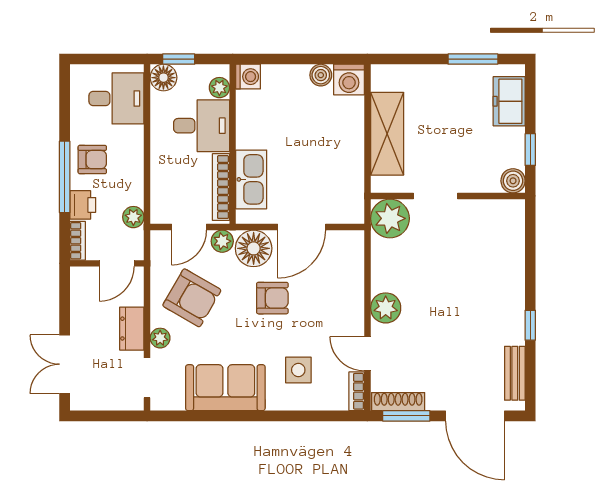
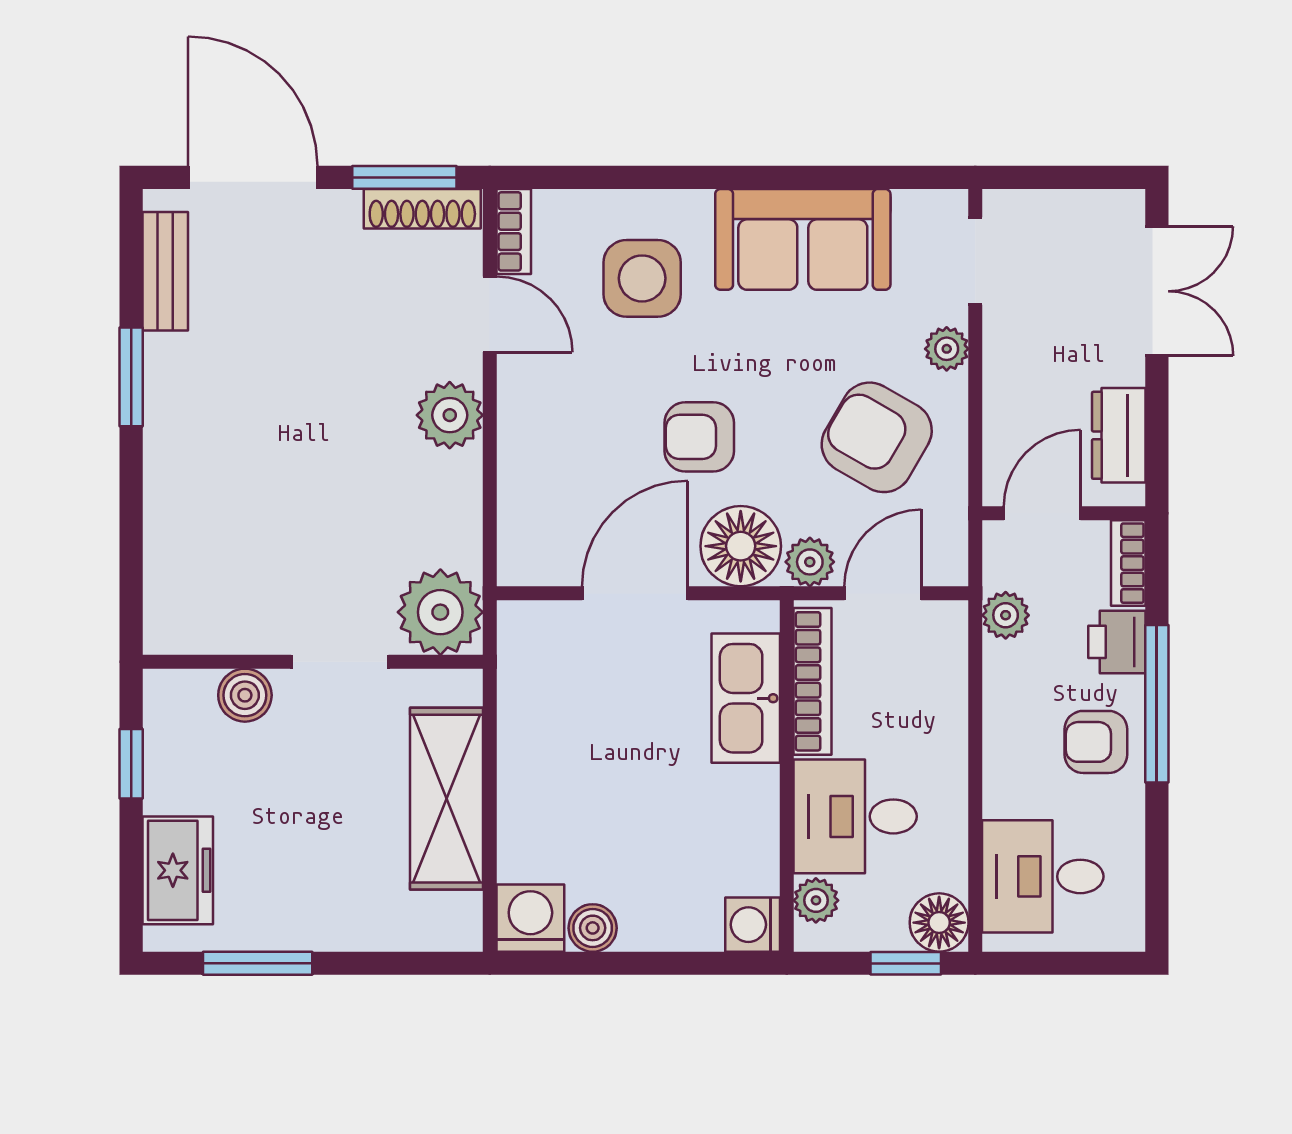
boiler: (513, 181) -> (245, 695), moved
window: (530, 325) -> (131, 377), width x1.50
dresser: (132, 329) -> (1119, 435), moved, turned 180
side table: (298, 370) -> (642, 278), width x1.37, depth x1.37

